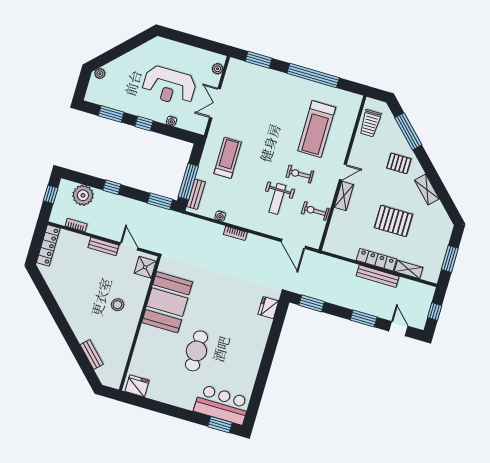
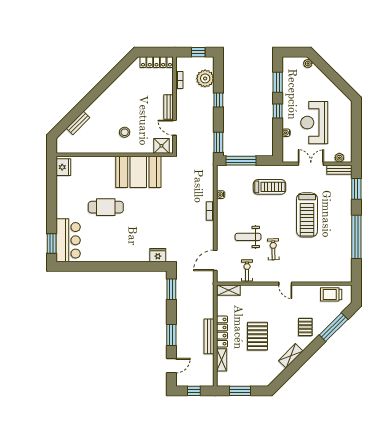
treadmill: (317, 129) -> (307, 215), moved, turned -90
bench: (196, 194) -> (339, 170), moved
shelving: (344, 196) -> (229, 290), moved
door: (129, 246) -> (175, 128), swing flipped

